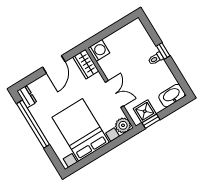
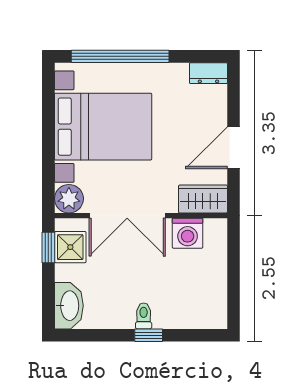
washing machine: (99, 50) -> (188, 233), moved
door: (54, 64) -> (233, 148), hinge flipped
double door: (114, 94) -> (127, 216), width x1.37
window: (33, 124) -> (120, 56), moved

